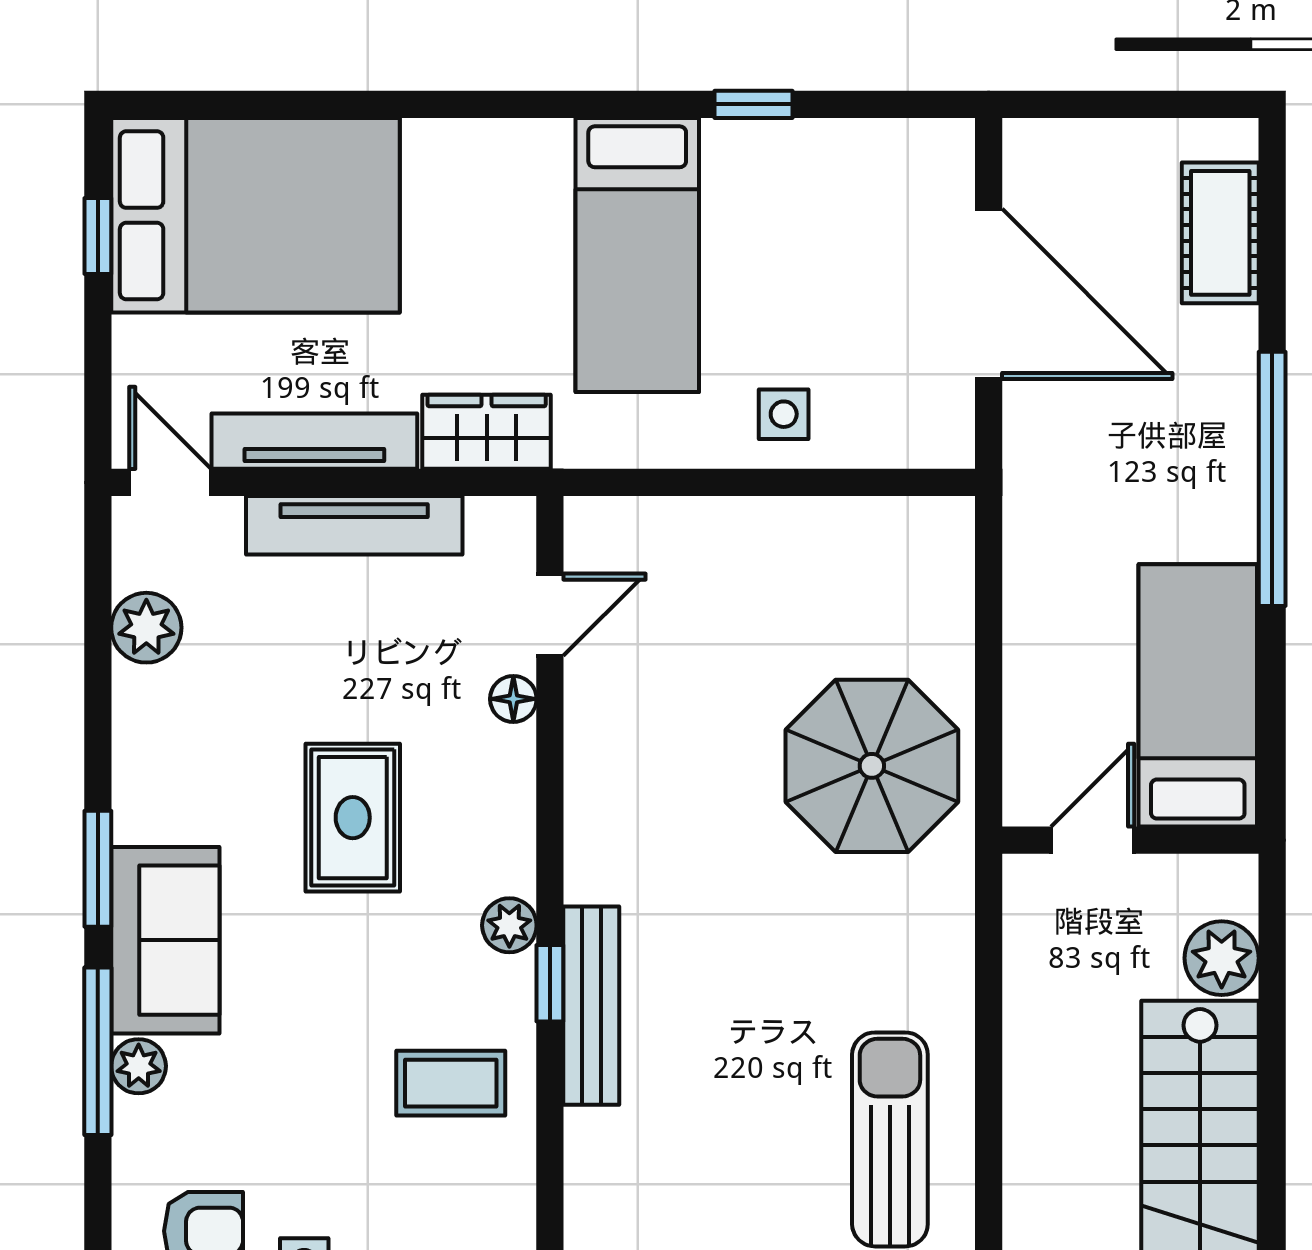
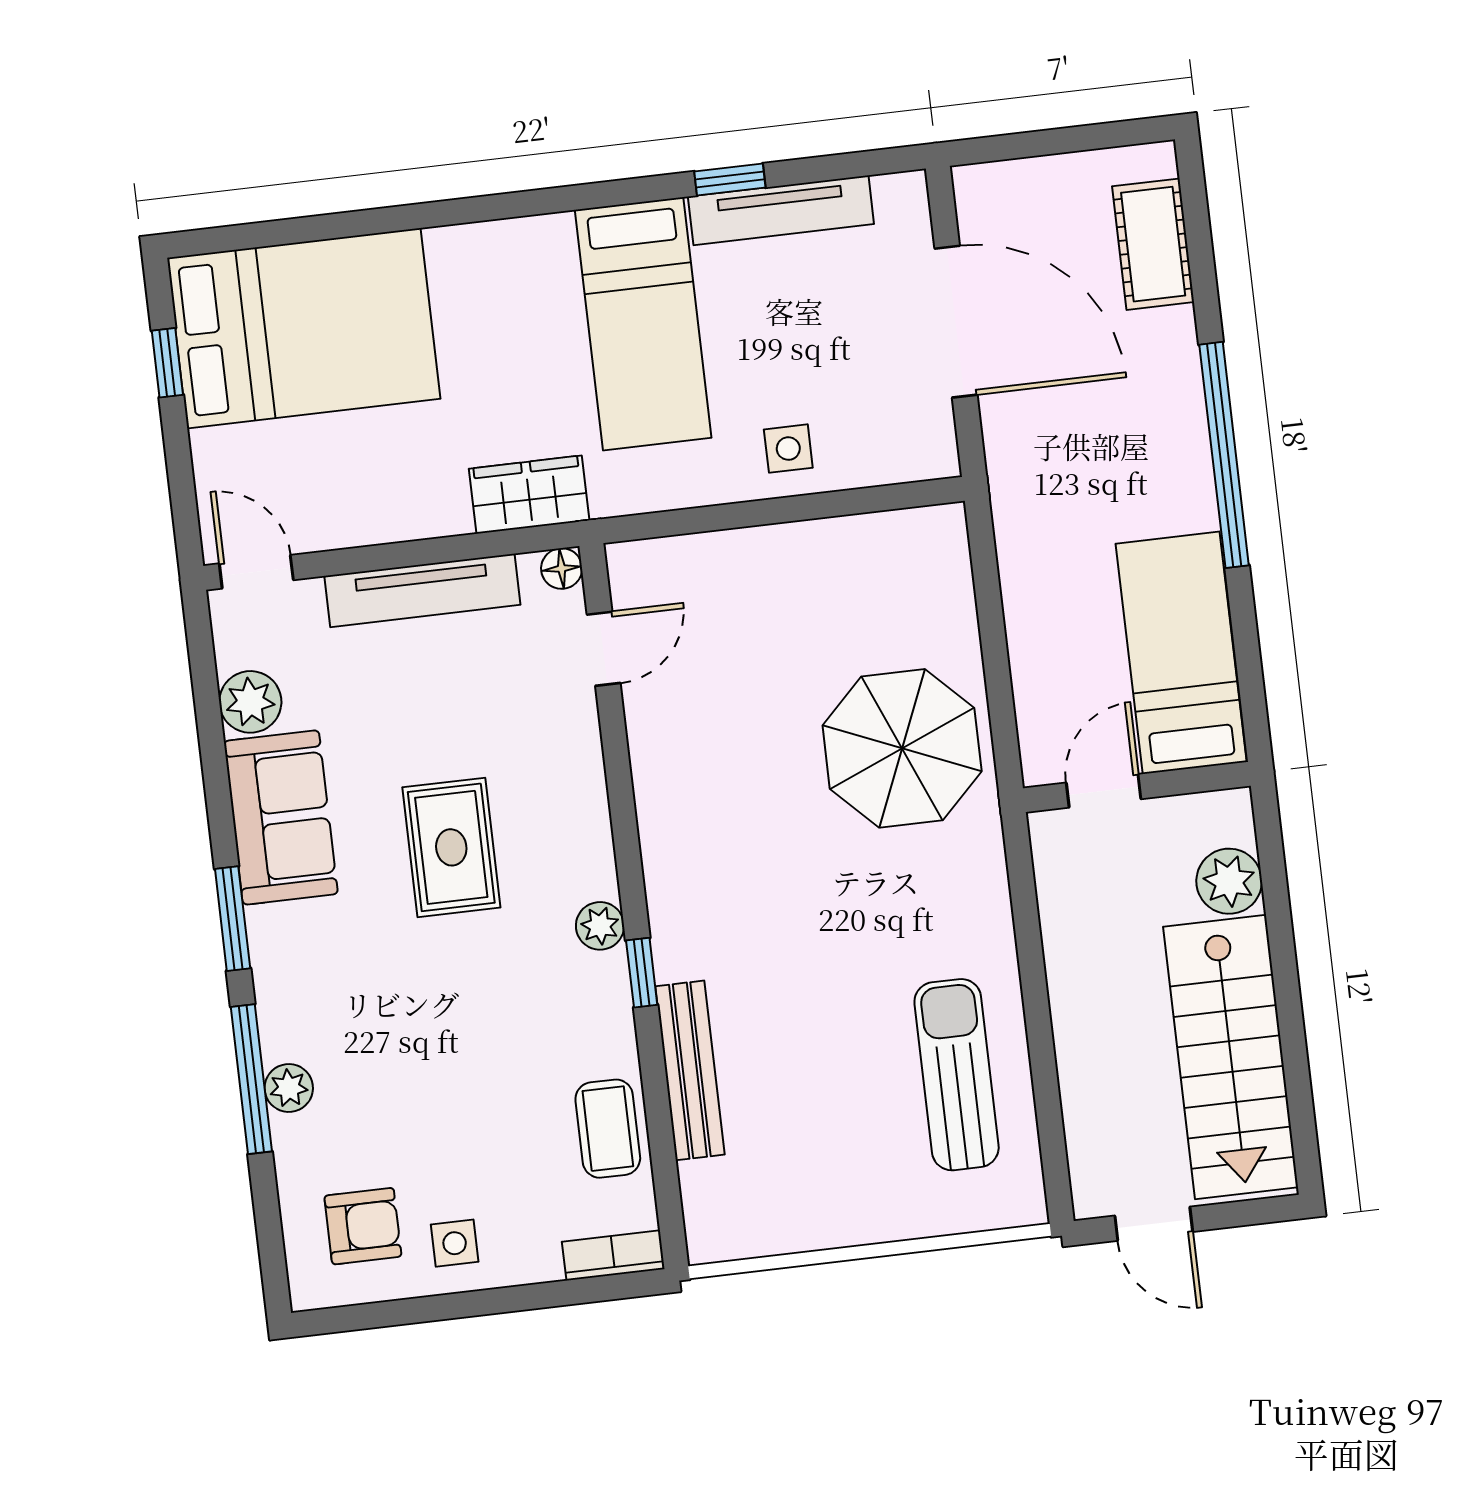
tv unit: (314, 441) -> (781, 210), moved, turned 180
floor lamp: (513, 699) -> (562, 569), moved
sofa: (165, 940) -> (281, 817), moved
bench: (591, 1006) -> (690, 1070), moved
coffee table: (451, 1083) -> (608, 1129), moved, turned 90

